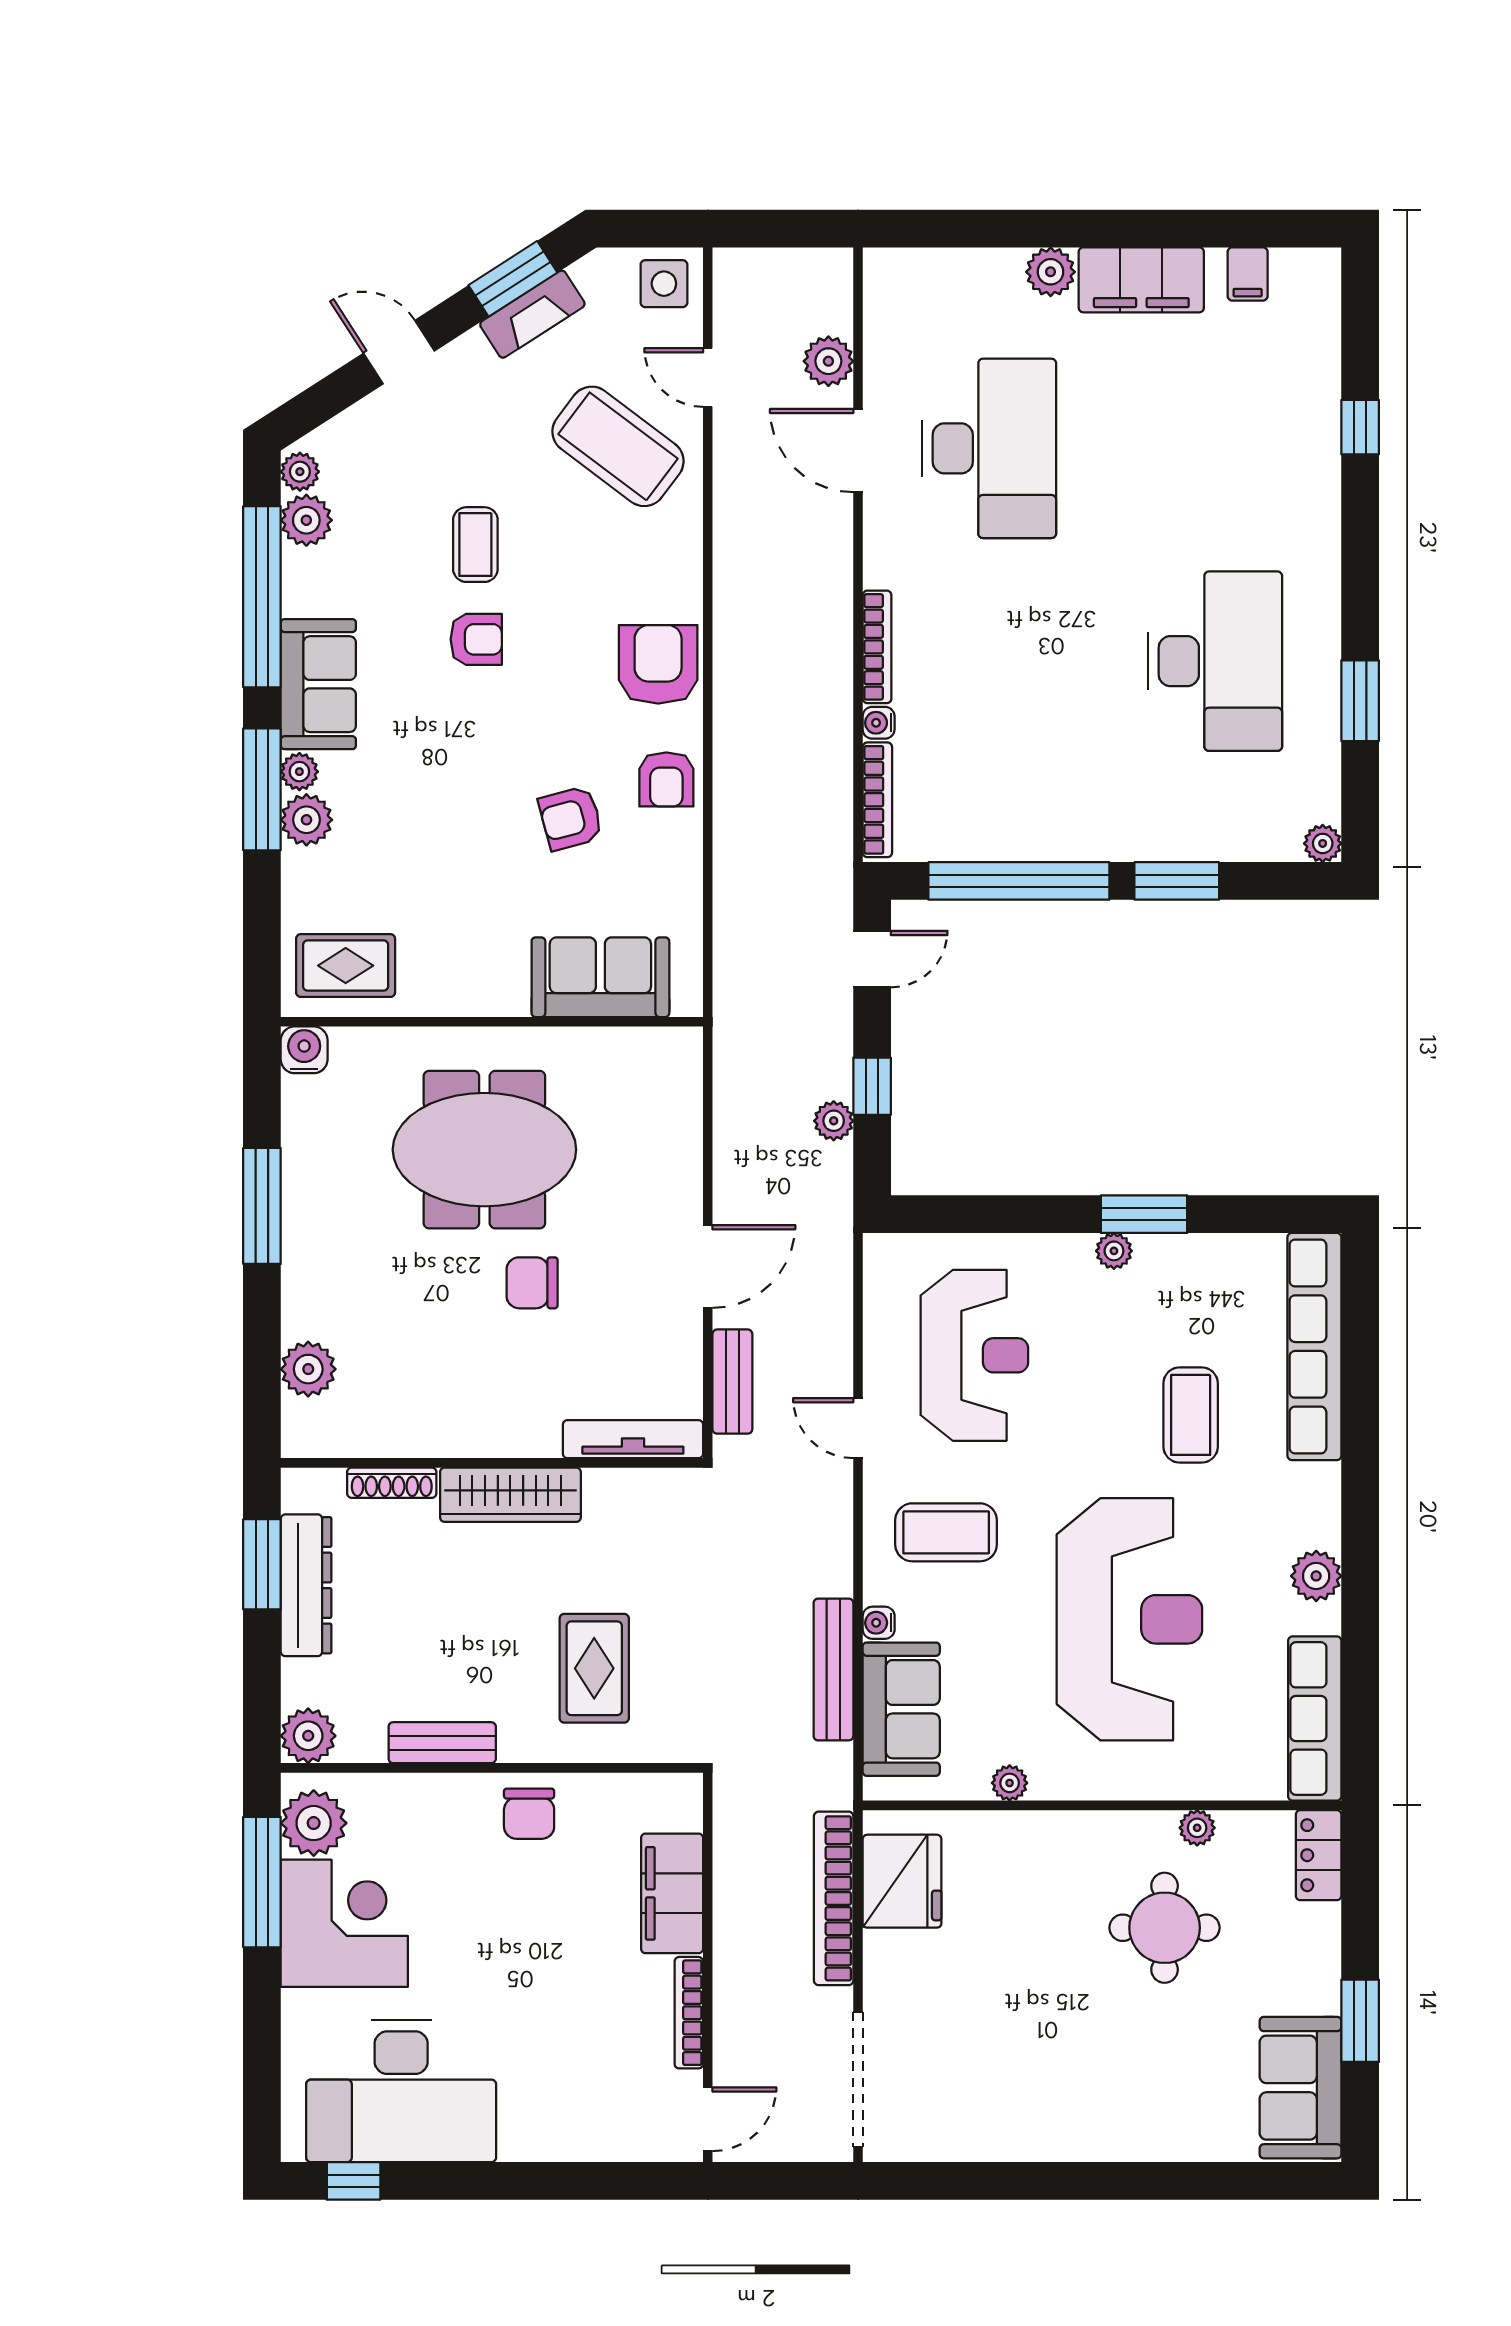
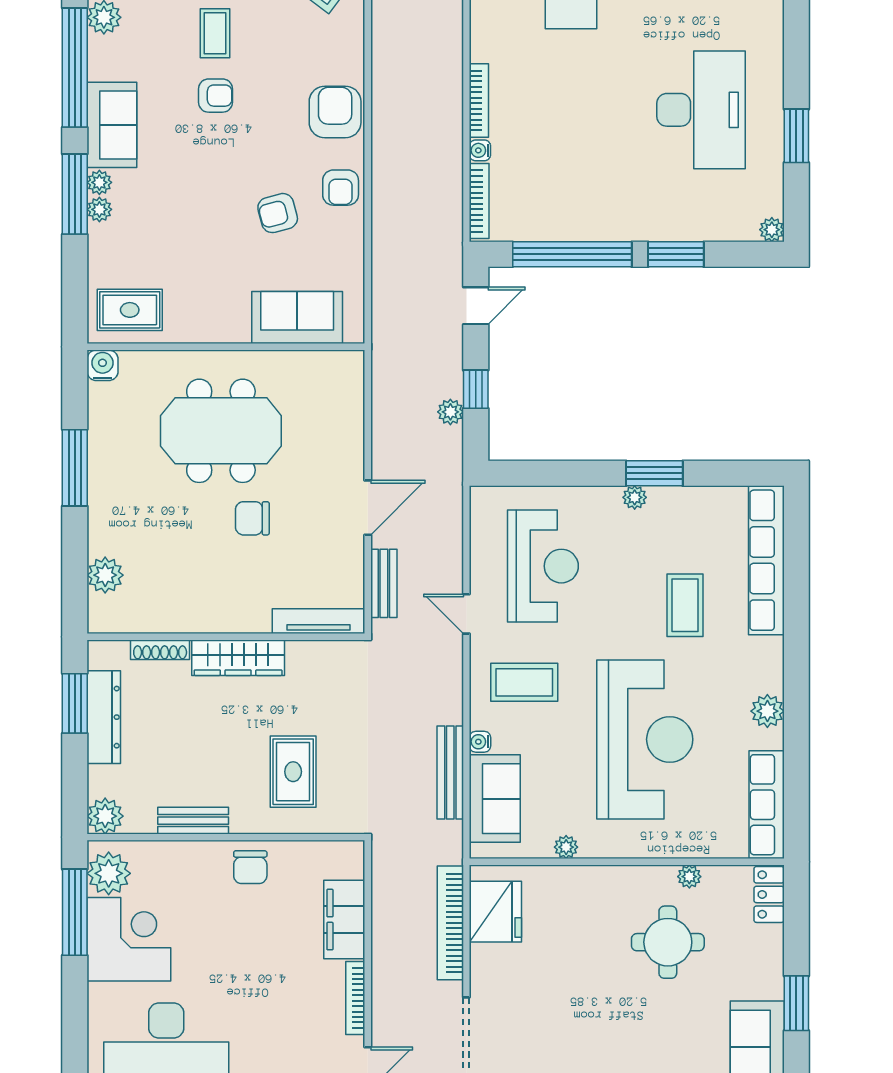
plant: (306, 820) -> (99, 209), width x0.73, depth x0.73

